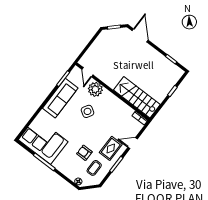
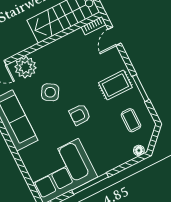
door: (133, 143) -> (114, 36), moved
rug: (111, 148) -> (115, 85), turned 90
armchair: (84, 153) -> (80, 115), moved

